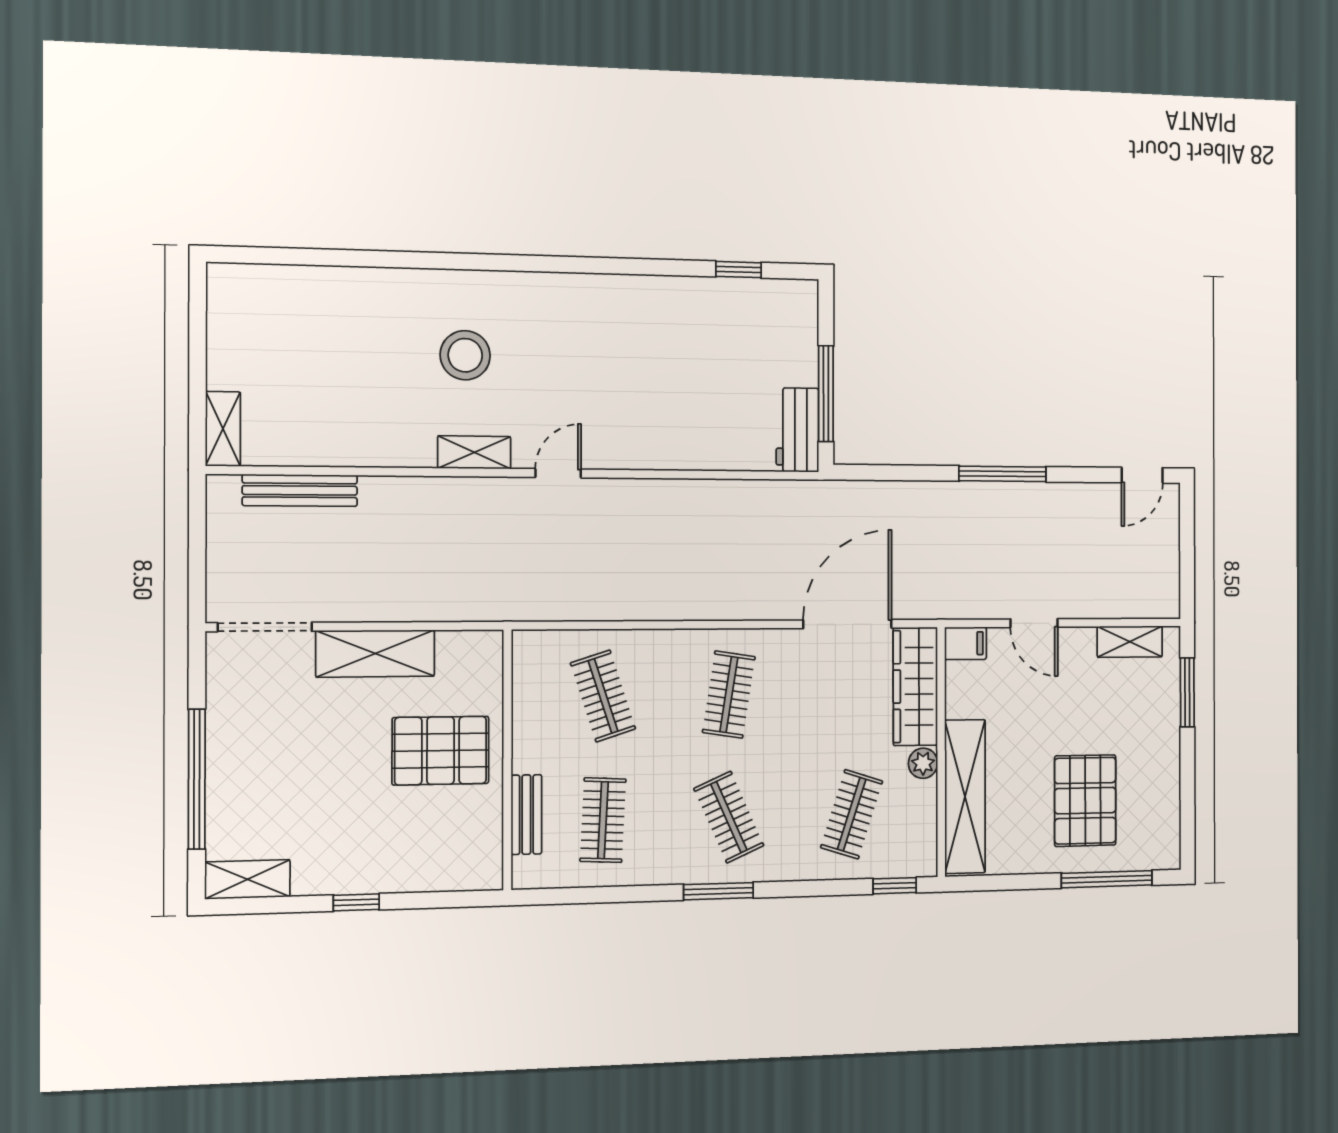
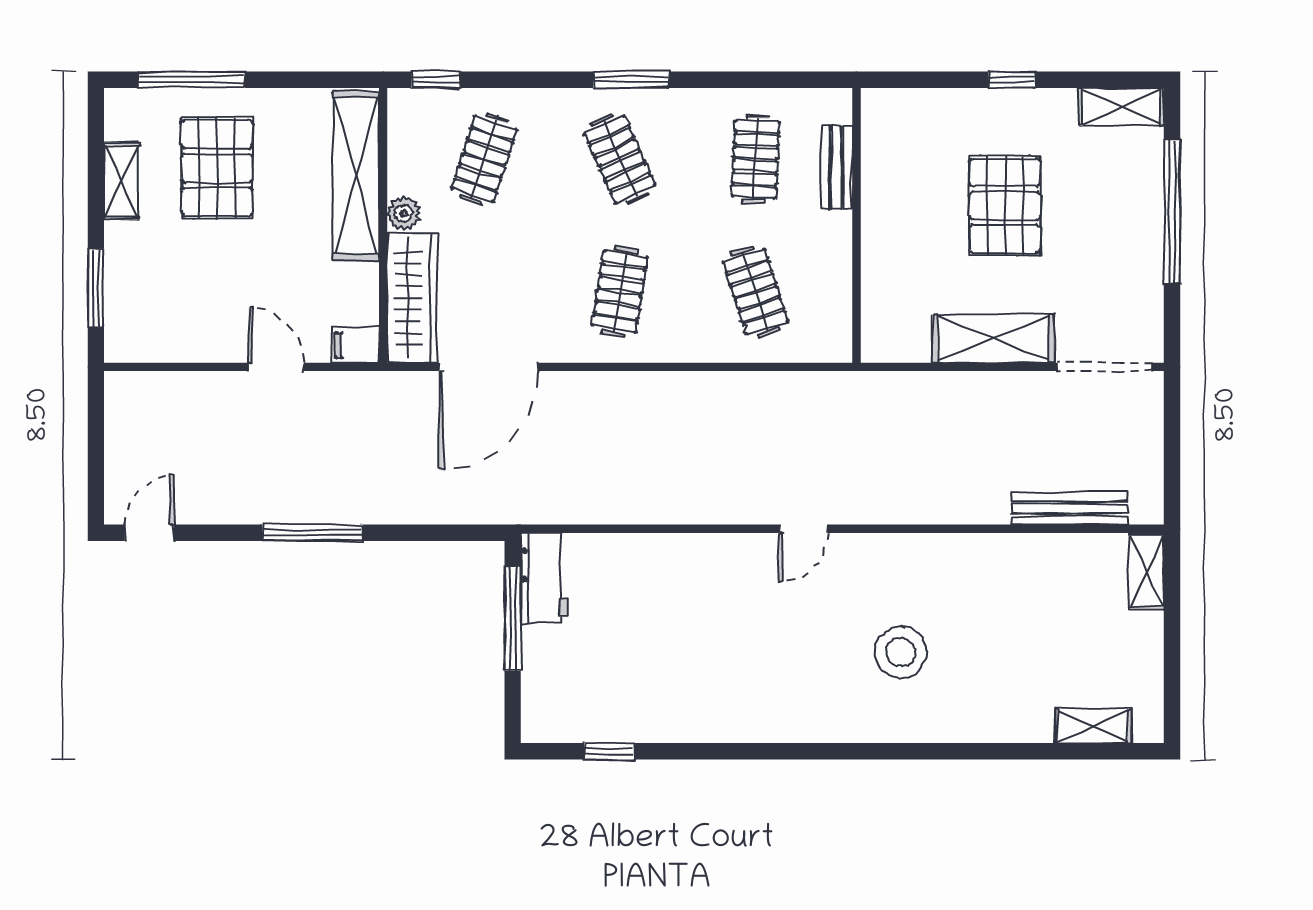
shelving: (474, 452) -> (1093, 726), moved
shelving: (1130, 642) -> (121, 181), moved, turned 90
pallet: (441, 751) -> (1005, 206), moved, turned 90

